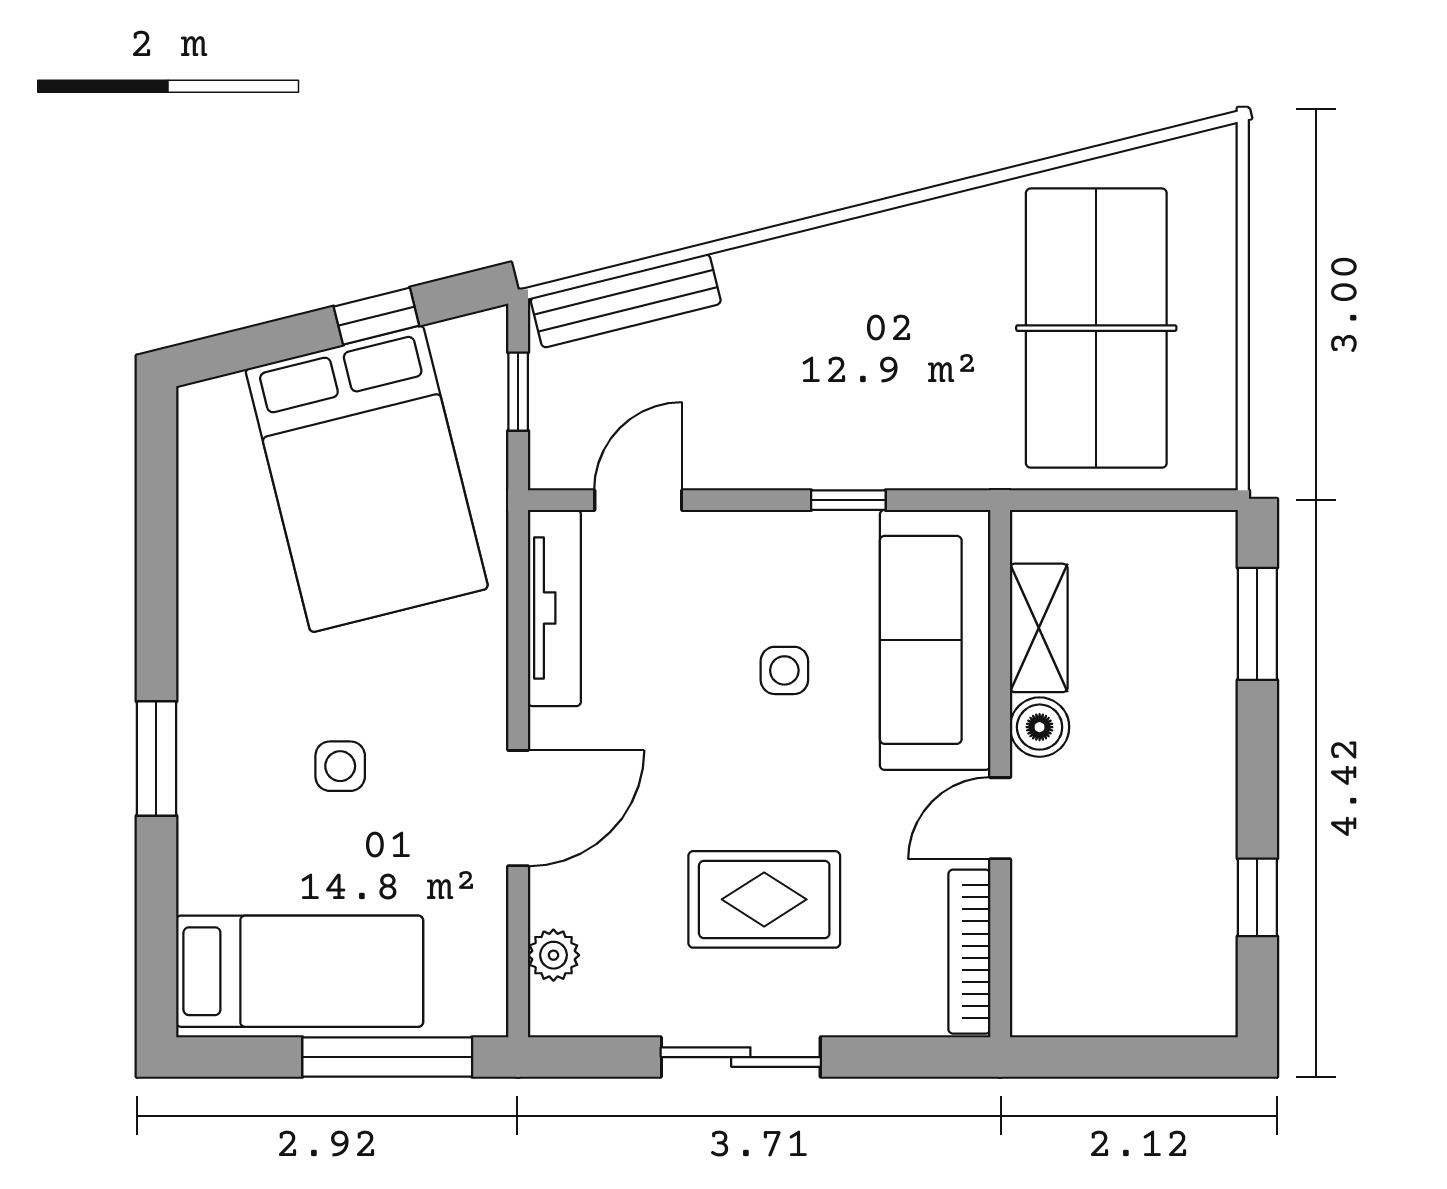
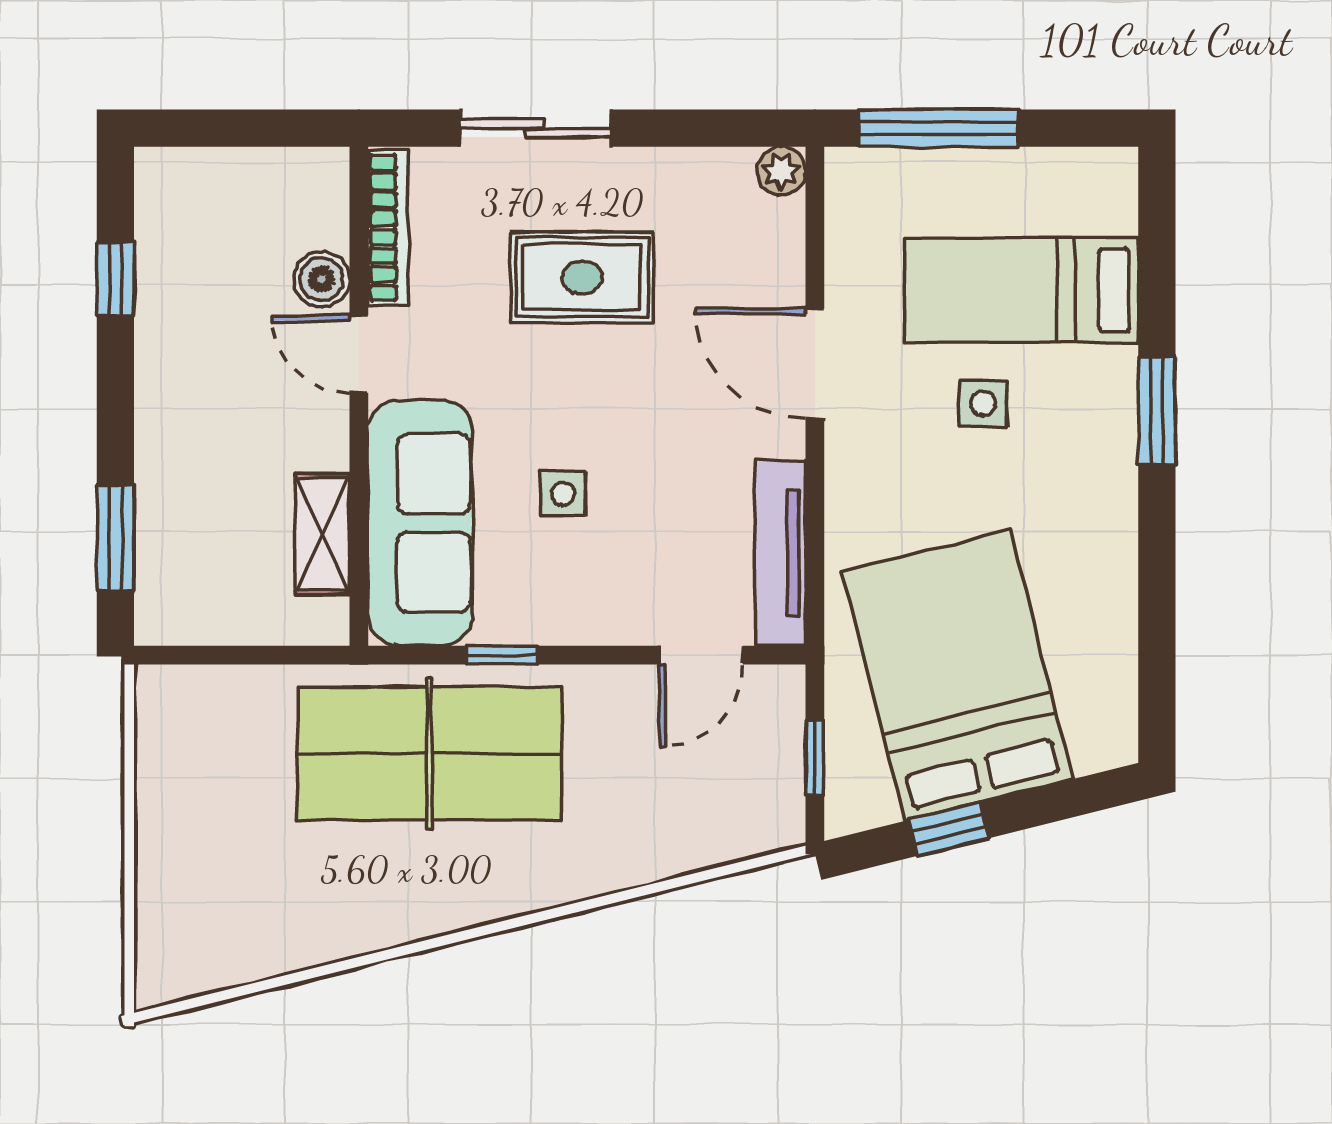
bench: (626, 301) -> (713, 844), removed
table tennis table: (1096, 328) -> (430, 754), moved, turned 90
boiler: (1040, 727) -> (321, 279), moved
door: (518, 808) -> (815, 364), hinge flipped
door: (1000, 818) -> (359, 354), swing flipped
plant: (553, 955) -> (781, 171), moved
bed: (300, 971) -> (1021, 290), moved
sliding door: (741, 1057) -> (535, 128), moved

